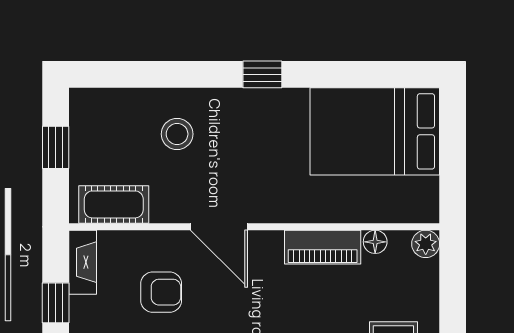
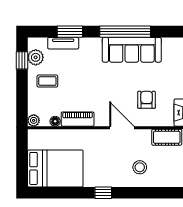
armchair: (161, 292) -> (147, 100), turned 90

